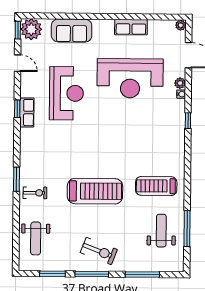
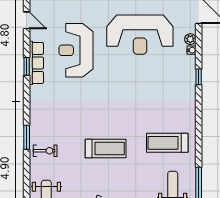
reception desk: (66, 93) -> (76, 50), turned 180
row of seats: (27, 112) -> (36, 63), width x1.48
treadmill: (95, 191) -> (106, 149), width x0.73, depth x0.73

